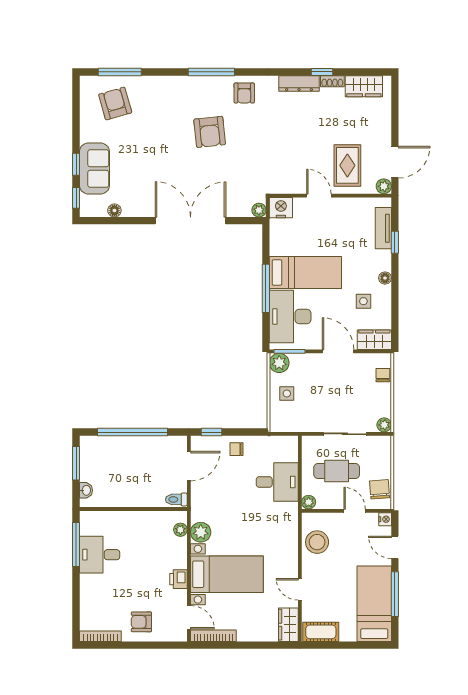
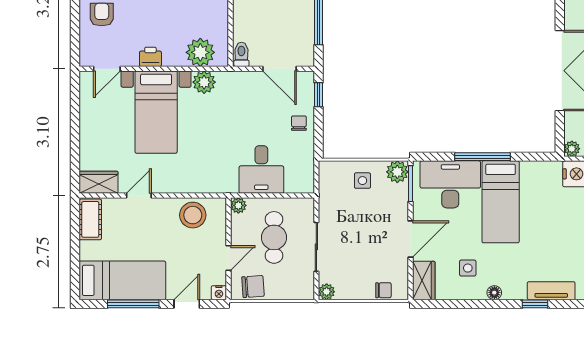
plant: (180, 530) -> (200, 52), width x1.88, depth x1.88
bookcase: (213, 636) -> (86, 97), removed

